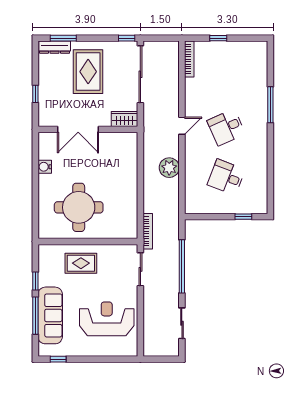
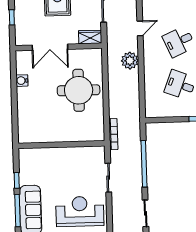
door: (182, 126) -> (140, 28), moved
plant: (169, 168) -> (130, 61), moved
round table: (79, 207) -> (79, 90), moved
rug: (81, 263) -> (56, 164), removed
sliding door: (140, 269) -> (108, 178), moved

